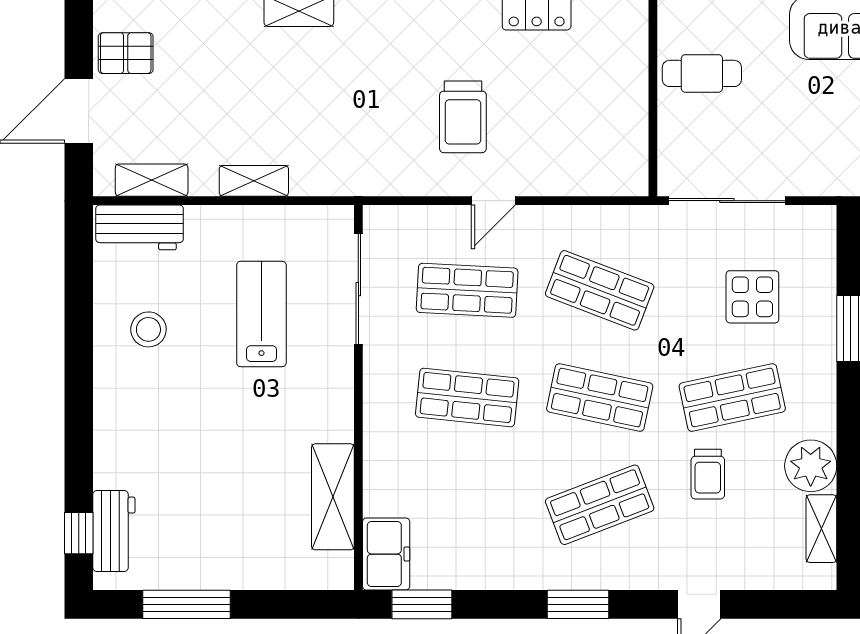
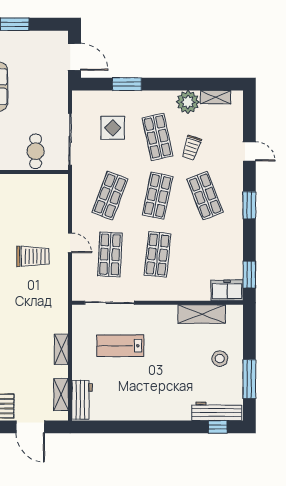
cafe table: (702, 73) -> (36, 151), moved
stool: (148, 329) -> (220, 359), moved
trolley: (708, 474) -> (192, 148), turned 108
workbench: (114, 531) -> (217, 411), width x1.37

